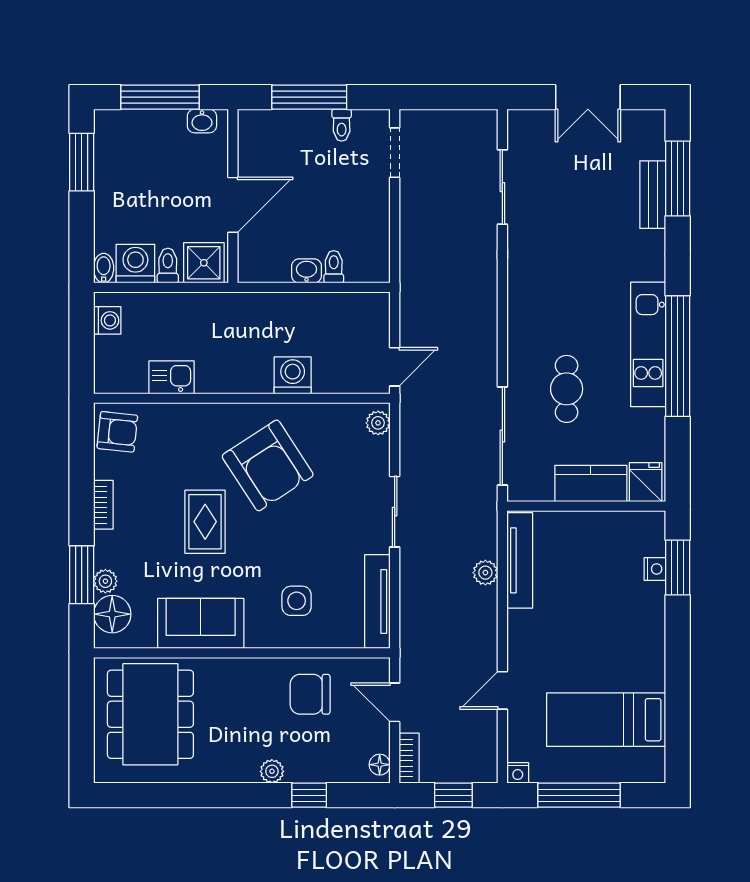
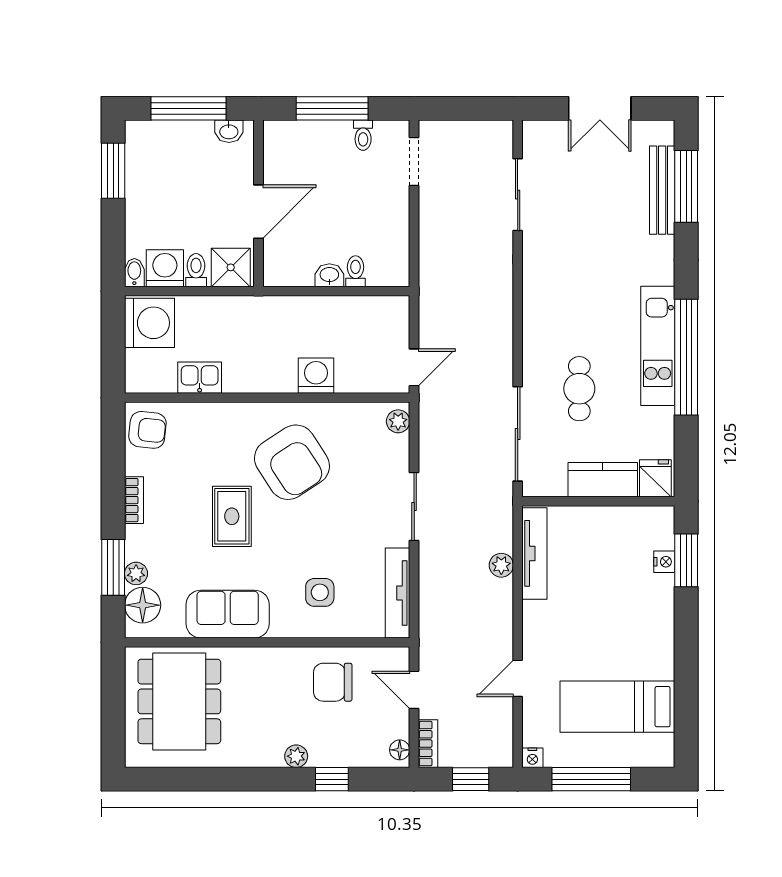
bench: (653, 195) -> (662, 190), width x1.36
washing machine: (107, 320) -> (149, 323), width x1.89, depth x1.89

